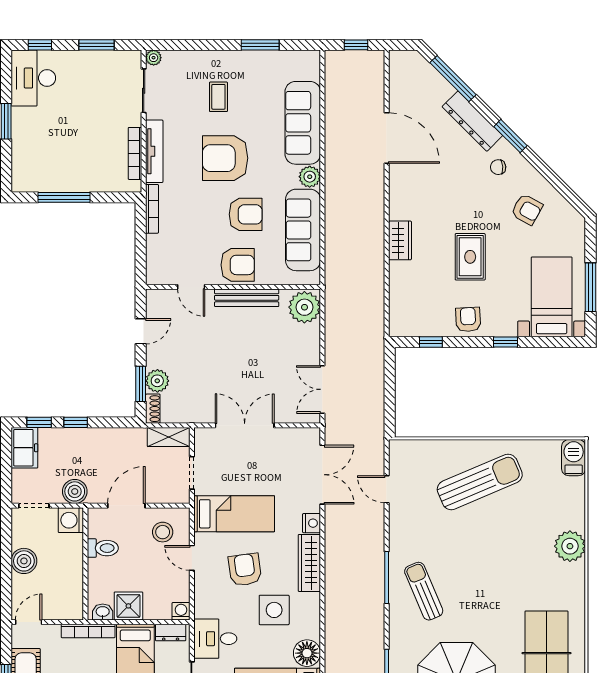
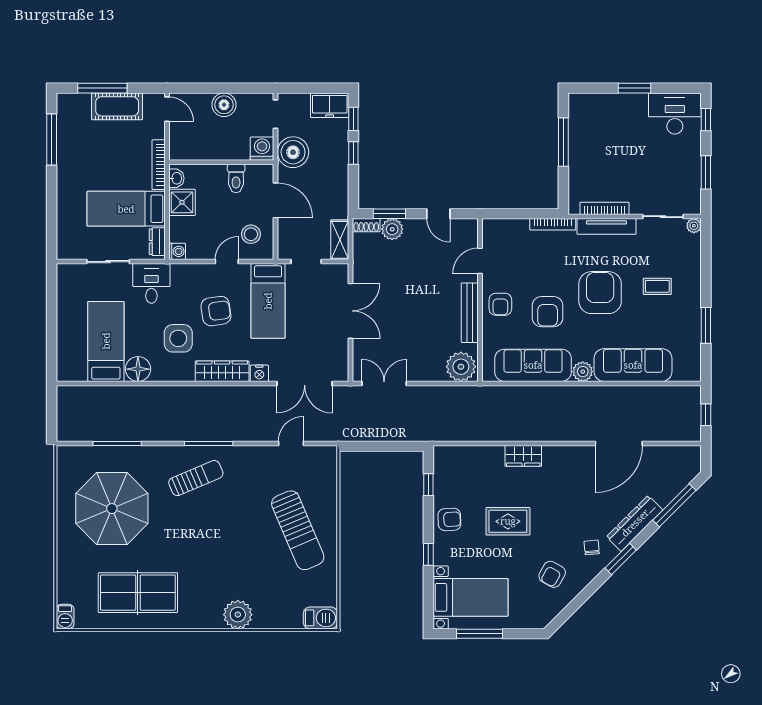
armchair: (238, 265) -> (500, 304), width x0.72, depth x0.72
boiler: (75, 491) -> (293, 152), width x1.37, depth x1.37

